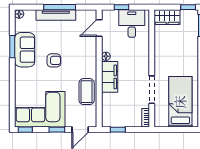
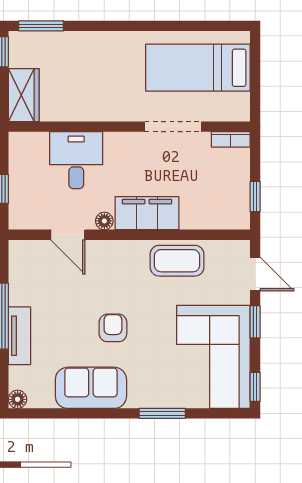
tv unit: (56, 15) -> (20, 336), width x0.71
desk: (132, 24) -> (76, 160), moved, turned 90
door: (99, 28) -> (68, 235), moved
window: (12, 47) -> (162, 413), moved

